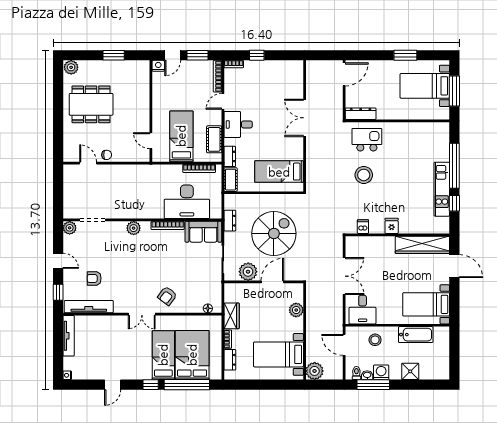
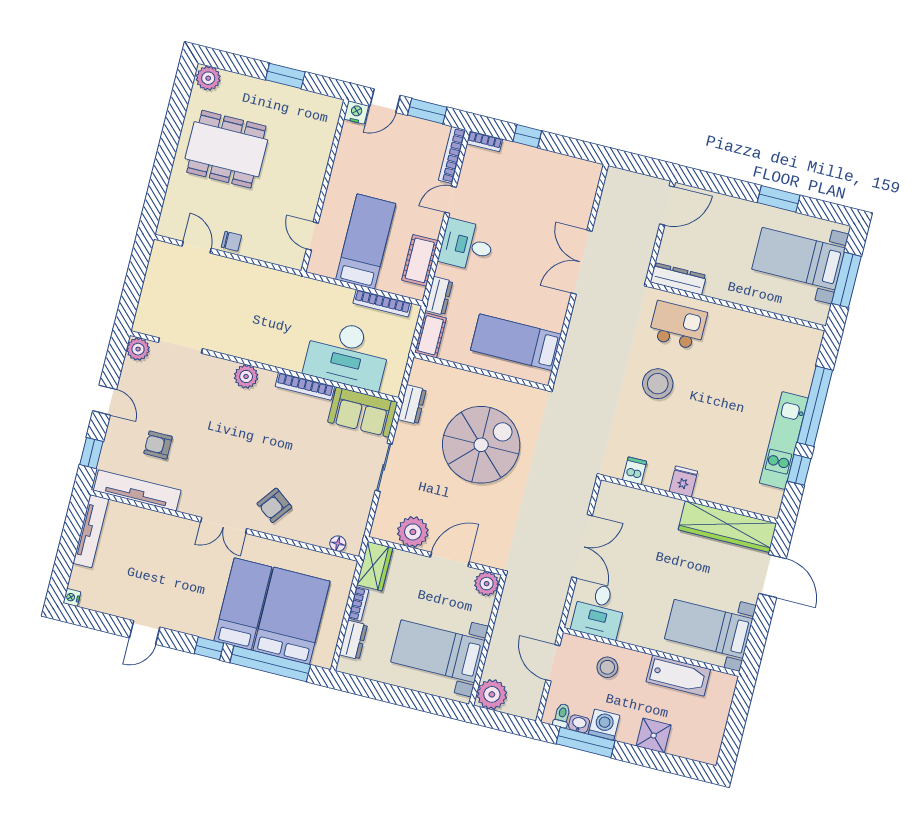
plant: (248, 272) -> (413, 532), moved
wall: (264, 282) -> (435, 556), moved
door: (272, 282) -> (450, 560), moved

